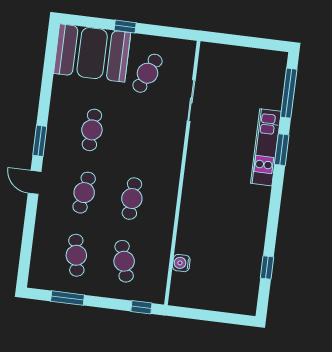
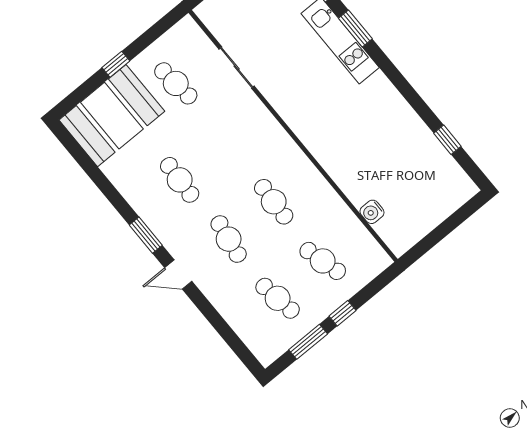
cafe table: (148, 73) -> (176, 83), turned -30
window: (141, 307) -> (343, 313), moved

